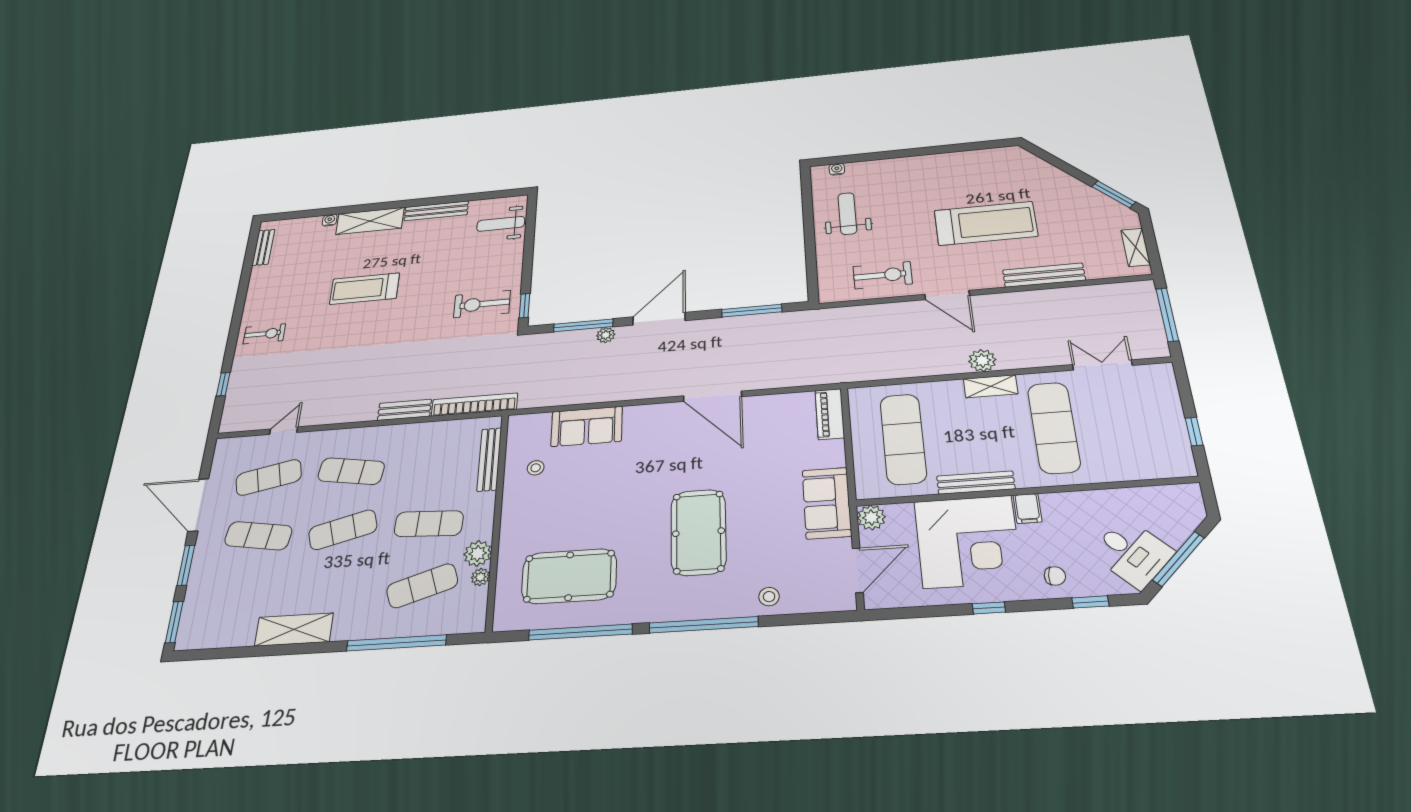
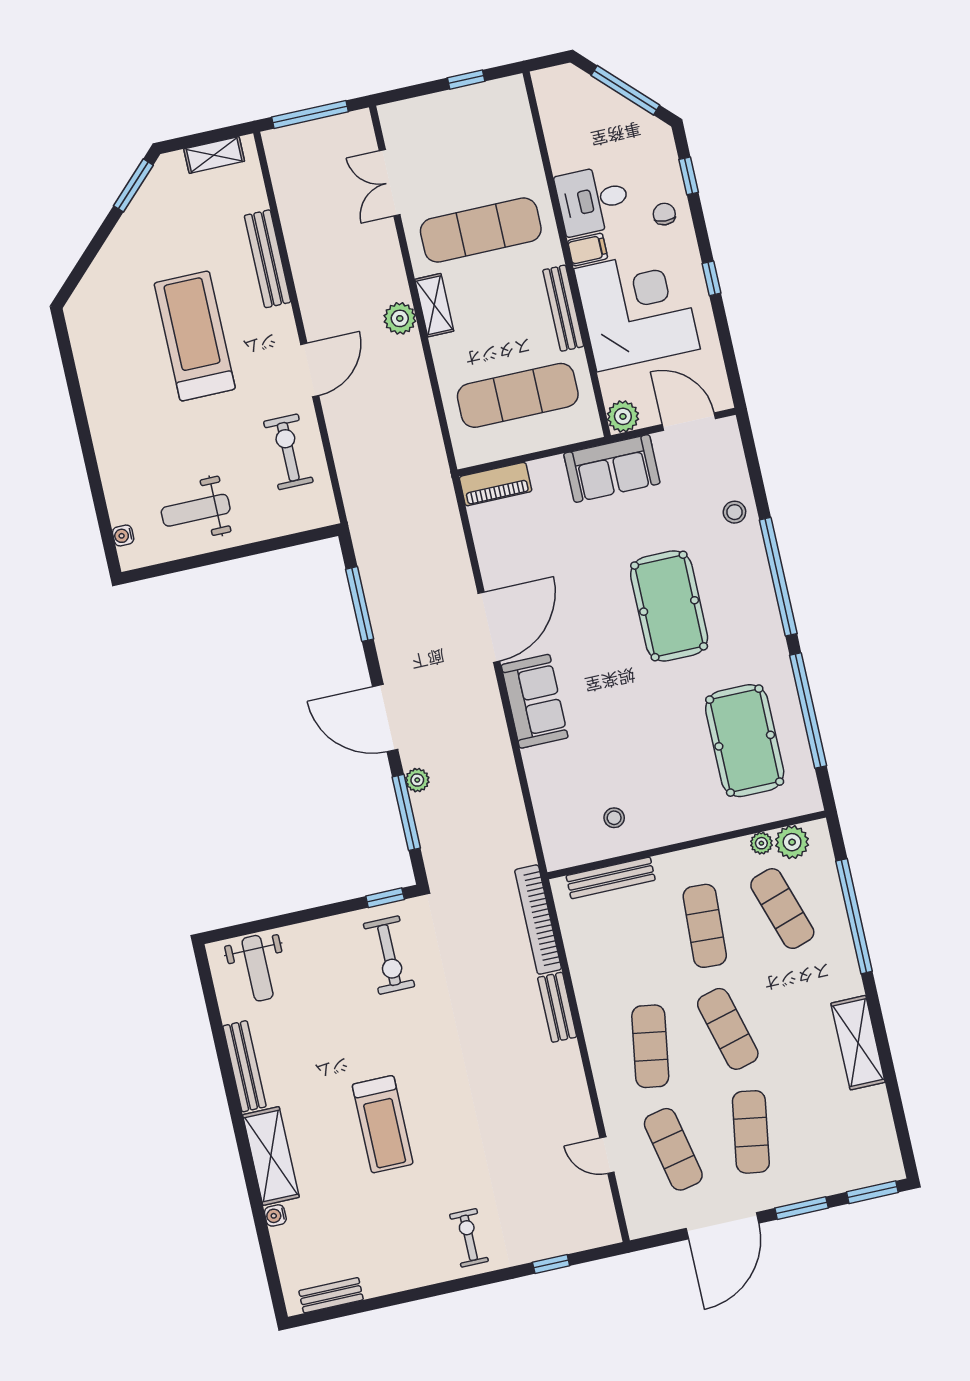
sofa: (587, 426) -> (535, 701), moved
pool table: (698, 532) -> (669, 606), turned 90
plant: (478, 553) -> (792, 842), moved
desk: (1132, 553) -> (593, 200), moved, turned -135

